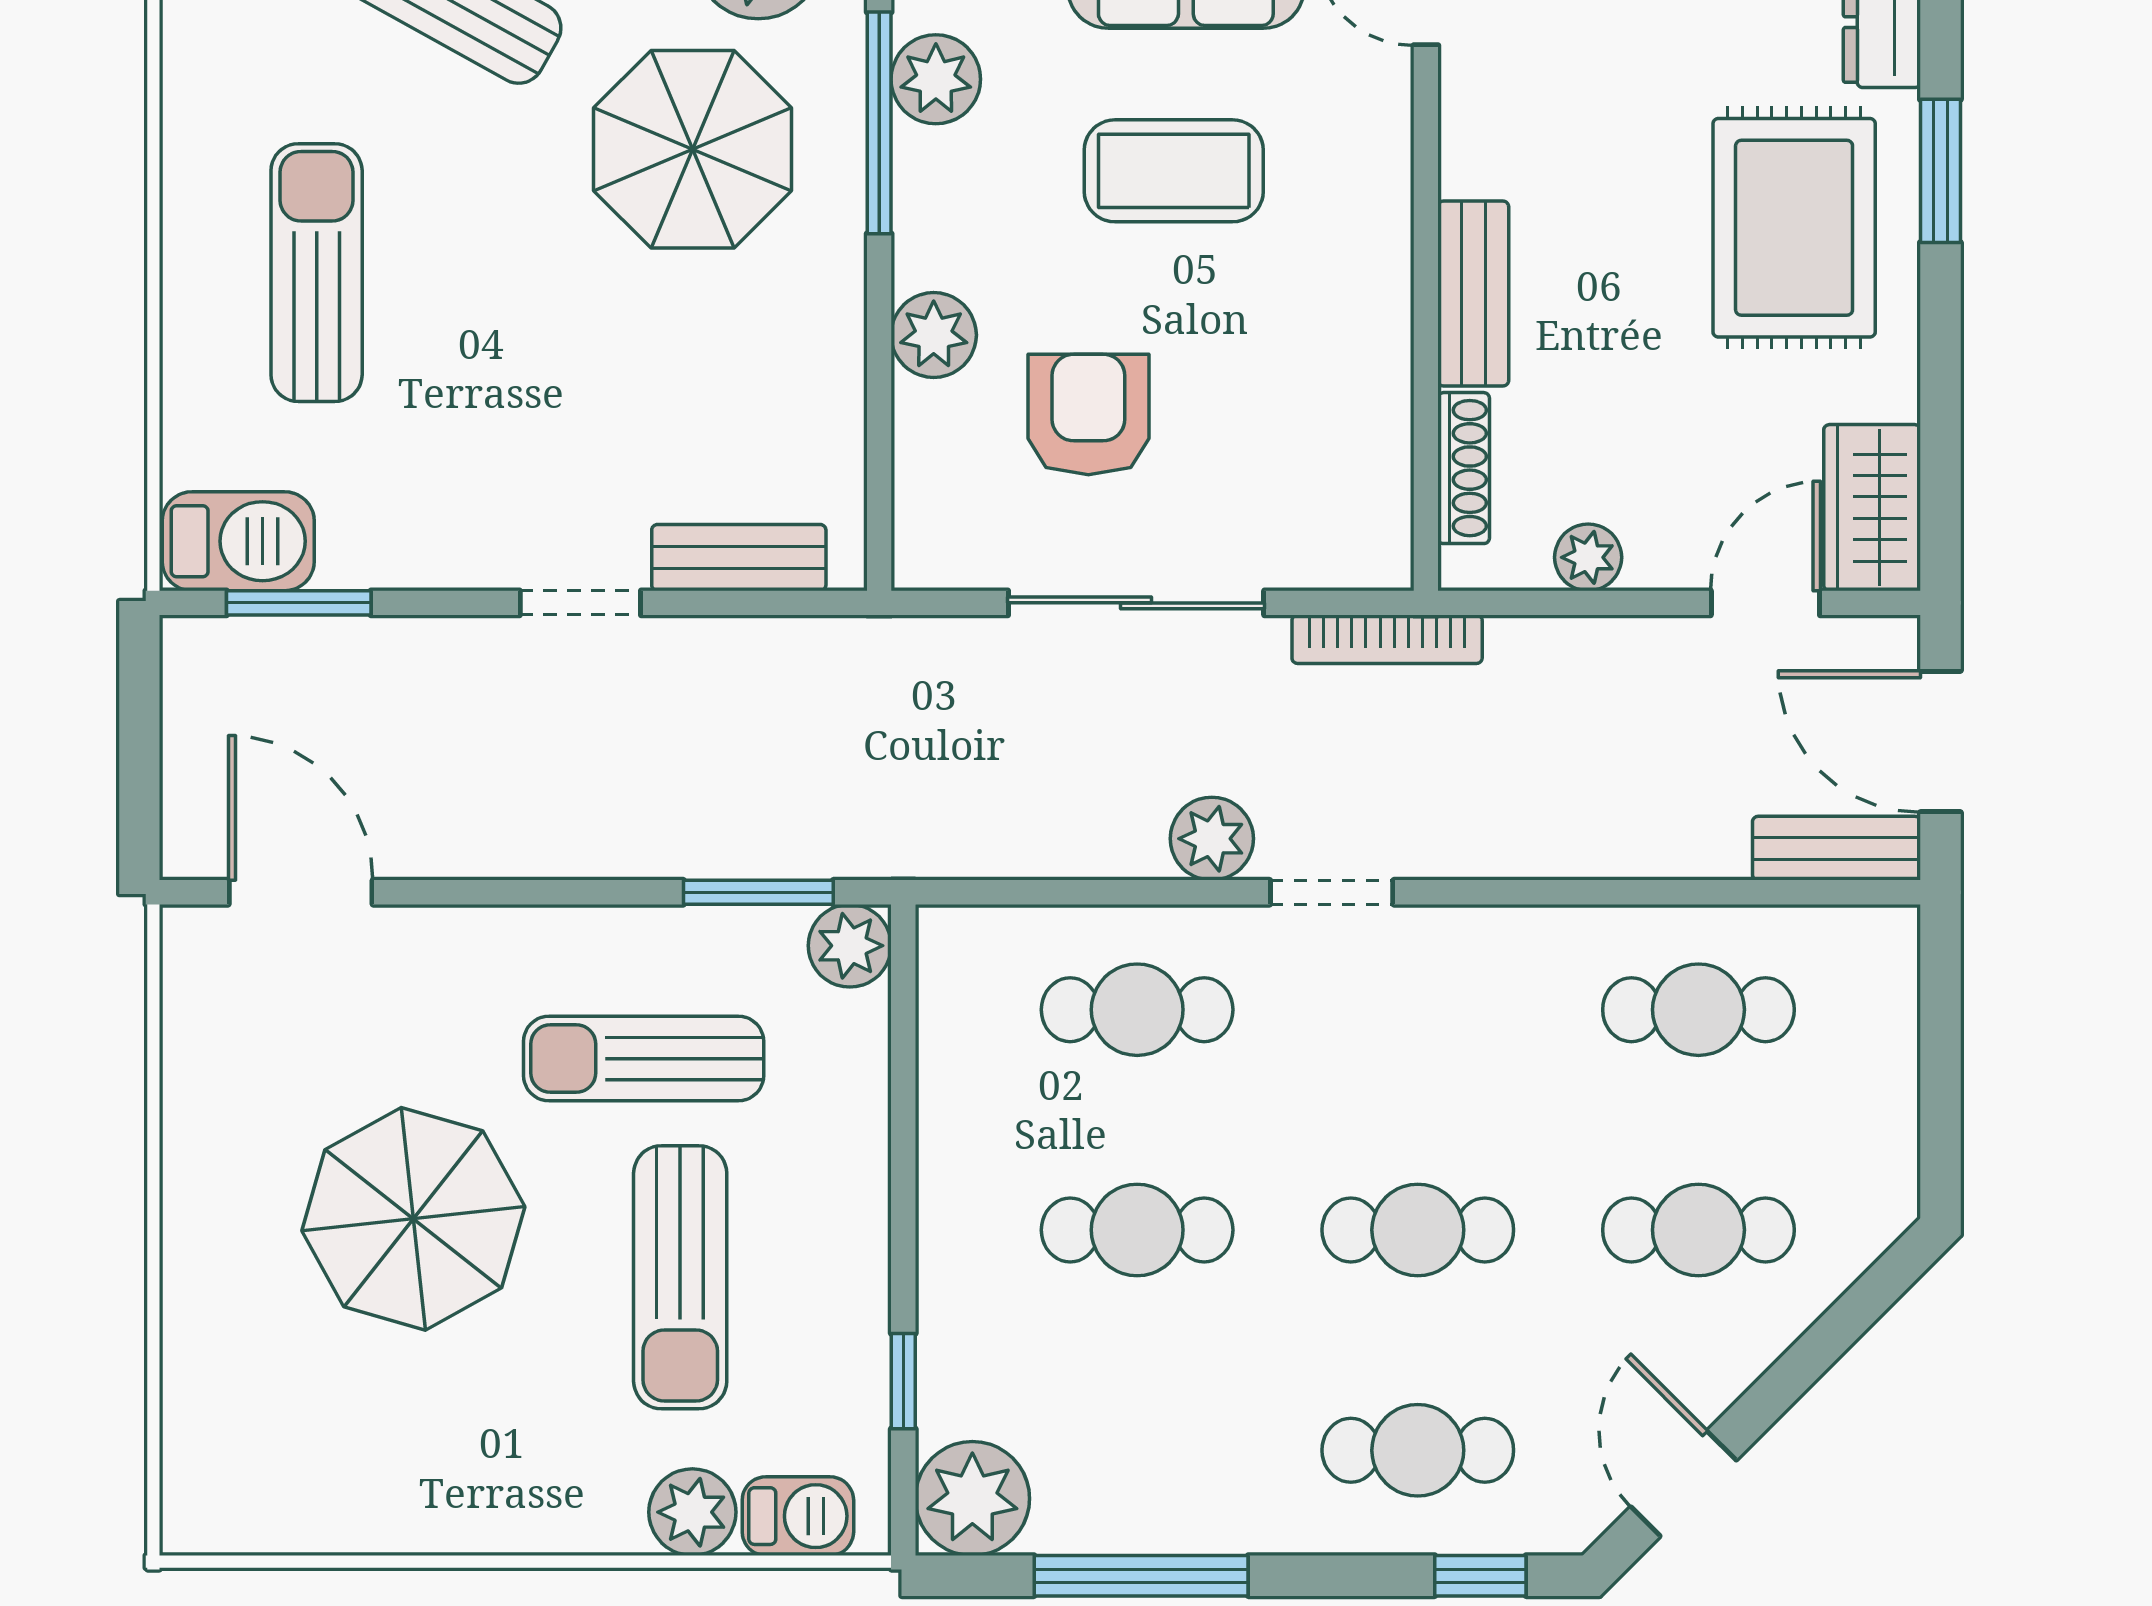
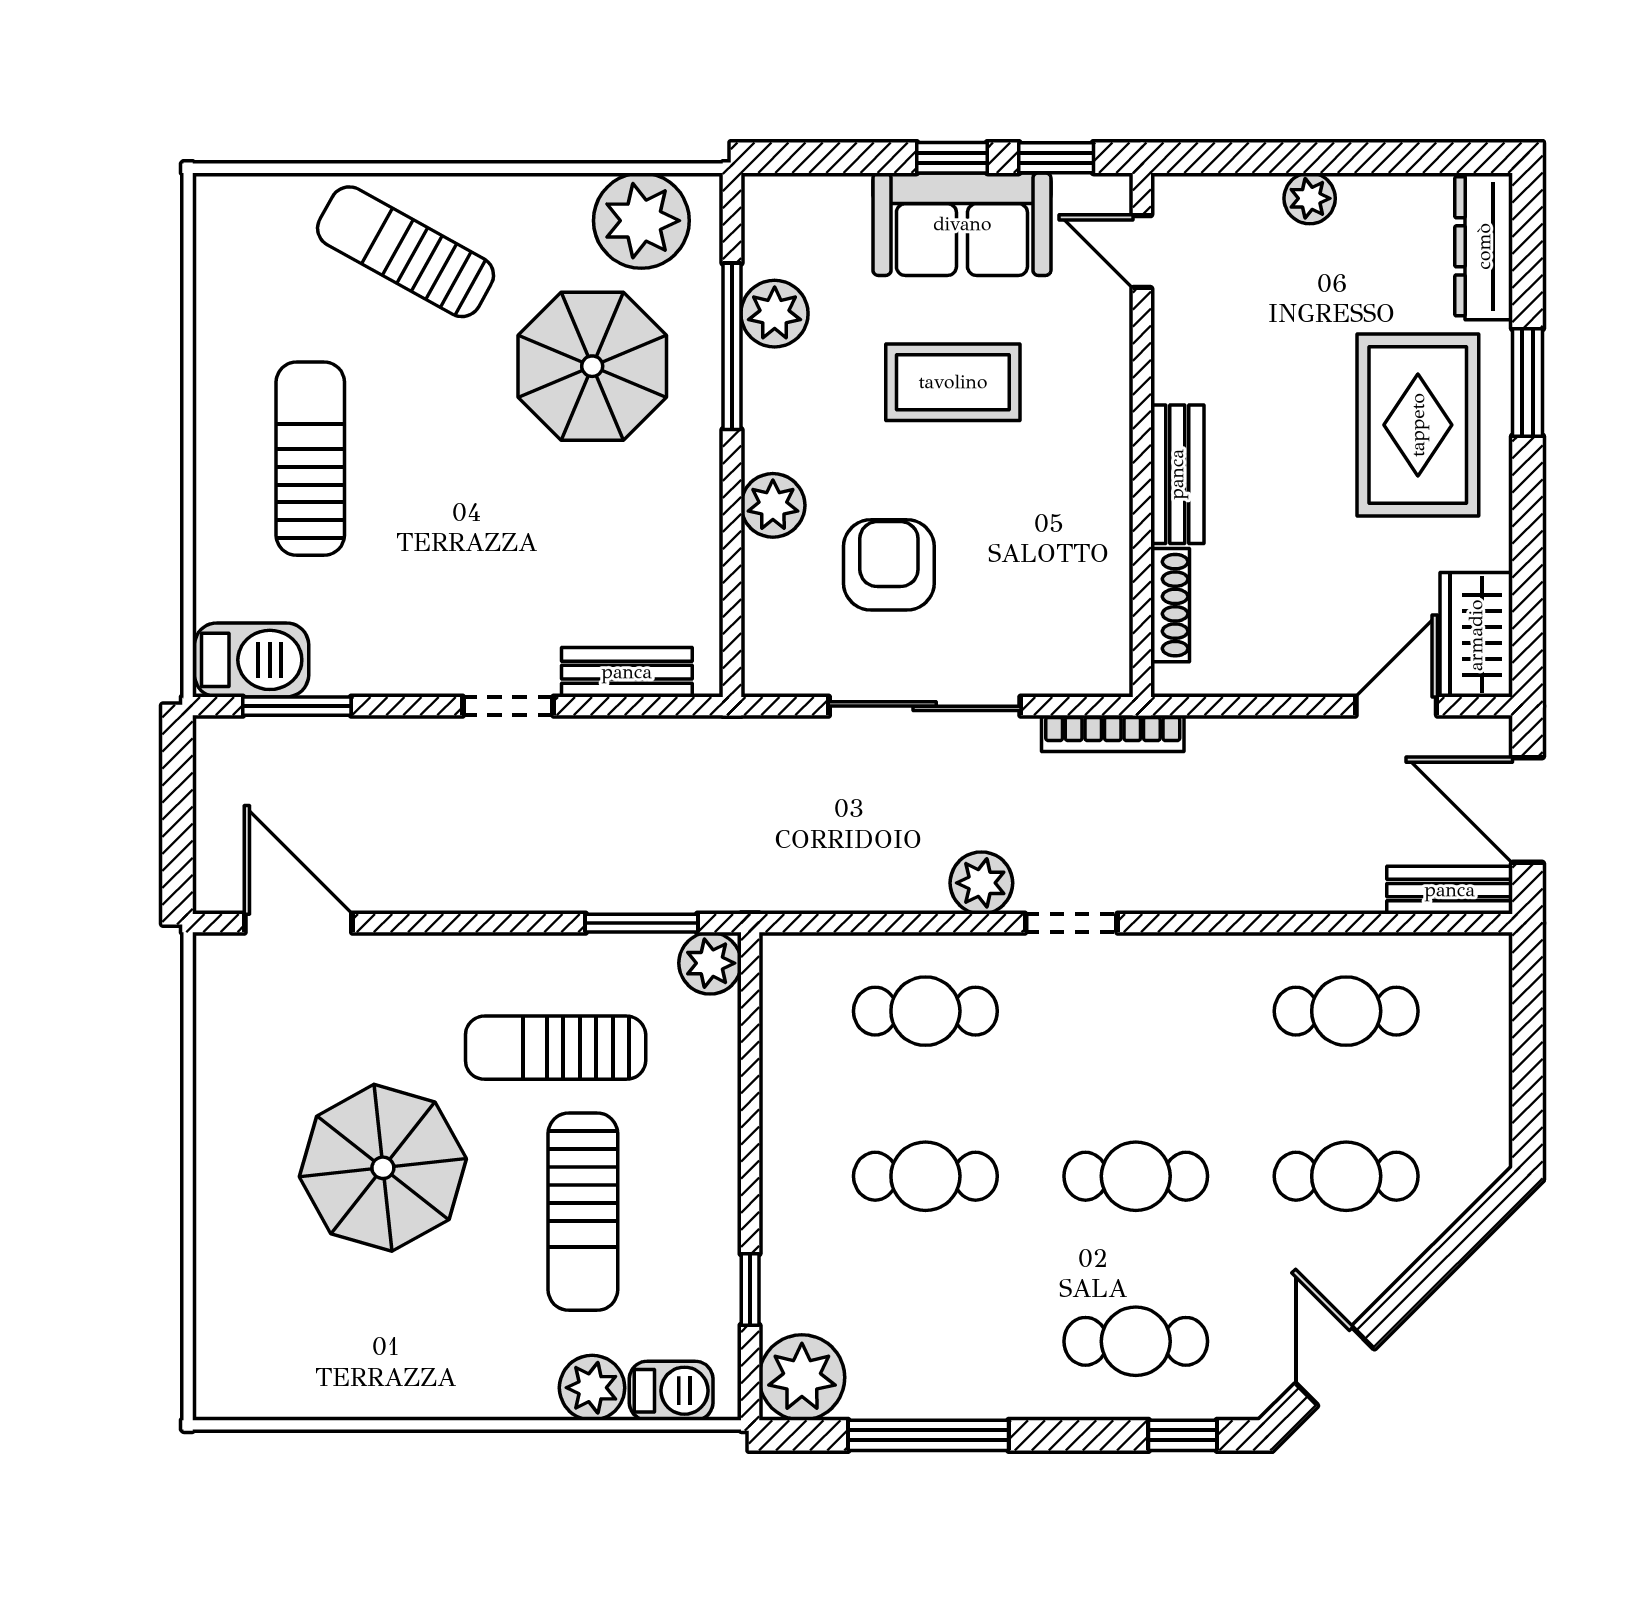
plant: (1588, 557) -> (1263, 672), removed

